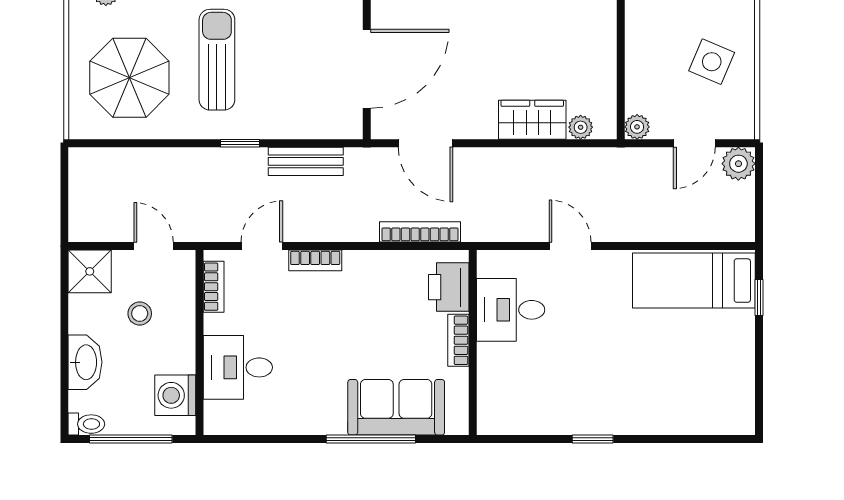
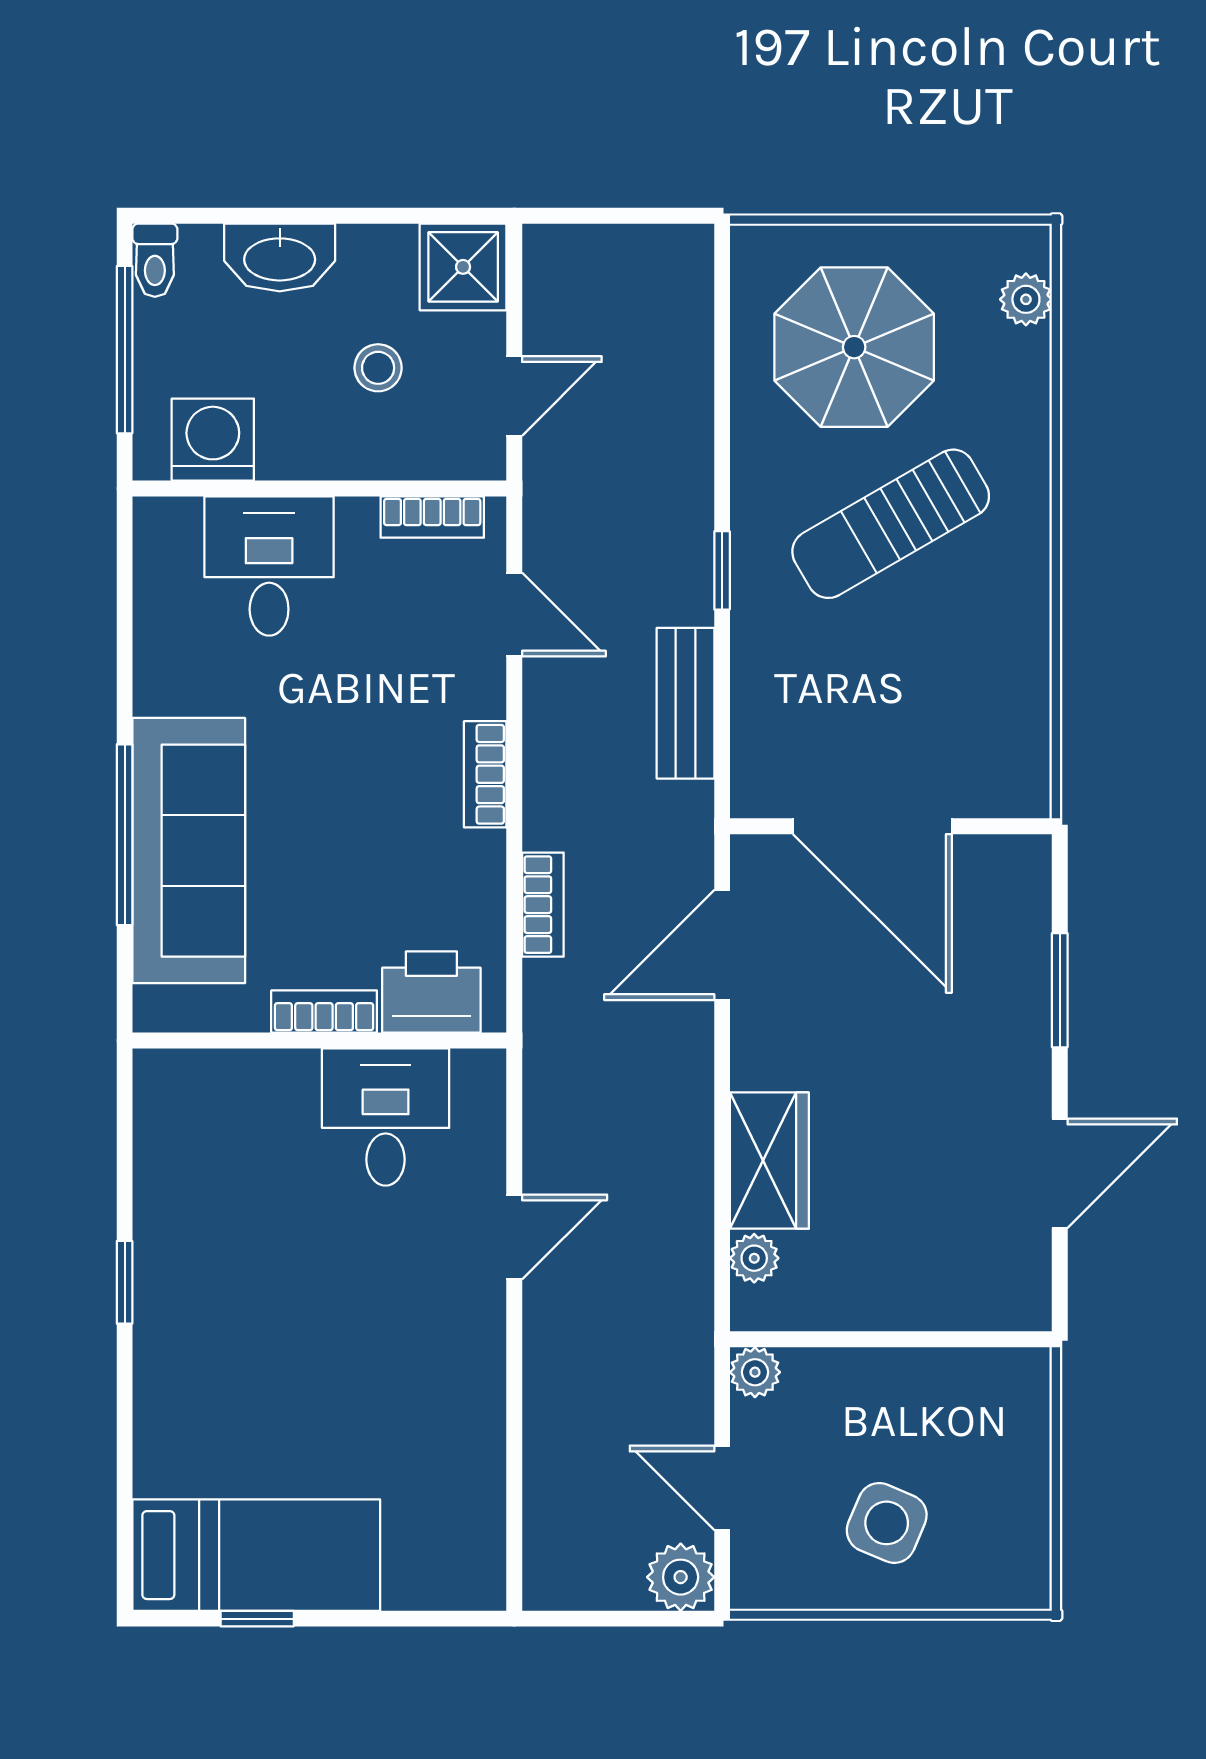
sun lounger: (217, 60) -> (891, 524), turned 150
bookcase: (420, 232) -> (543, 905), width x0.64
bookcase: (315, 260) -> (485, 774), moved
bed: (694, 281) -> (256, 1555), moved, turned 90
window: (759, 298) -> (257, 1619), moved
sofa: (396, 407) -> (189, 851), width x1.36

